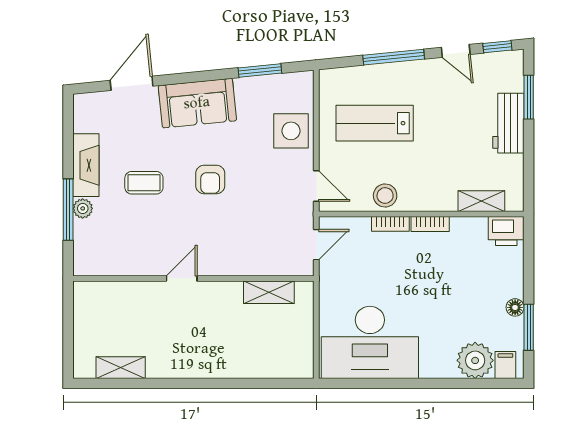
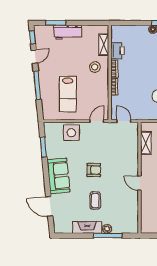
stool: (385, 195) -> (95, 67), moved
printer: (506, 231) -> (118, 51), moved

